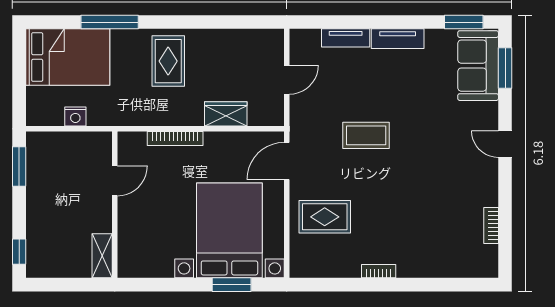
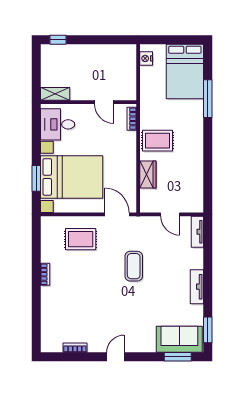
tv unit: (346, 38) -> (197, 232), moved
rug: (168, 61) -> (158, 141), moved
nightstand: (75, 116) -> (146, 58), moved
bookcase: (175, 139) -> (132, 119), moved, width x0.64
door: (505, 144) -> (115, 357), moved
window: (19, 166) -> (113, 40), removed
rug: (325, 217) -> (81, 239), turned 90
desk: (149, 252) -> (58, 124), added

